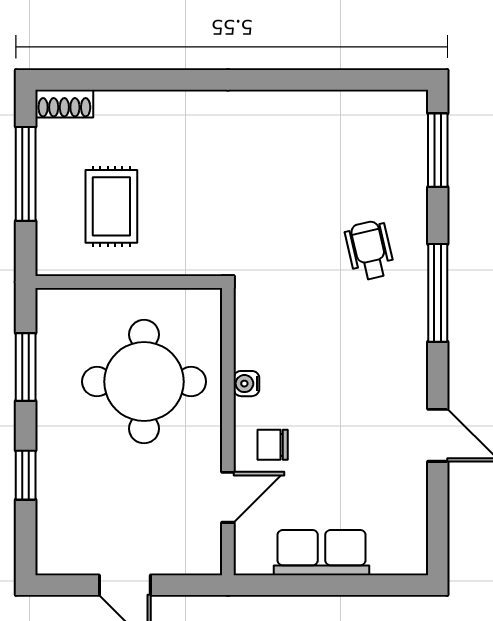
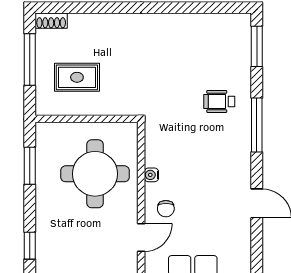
rug: (111, 206) -> (77, 77), turned 90
wheelchair: (370, 250) -> (219, 101), turned -77
chair: (273, 445) -> (166, 209), turned -90
window: (26, 475) -> (30, 246), moved

